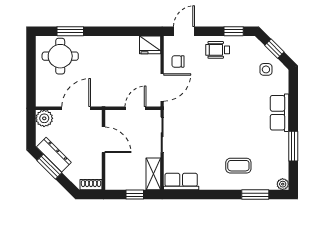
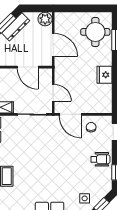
fridge: (150, 45) -> (105, 75), moved
wheelchair: (218, 50) -> (100, 159), turned 90
door: (104, 140) -> (28, 67), hinge flipped

